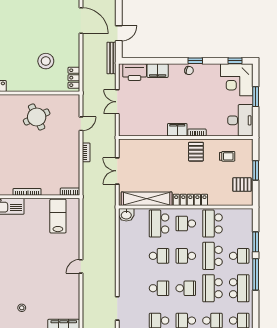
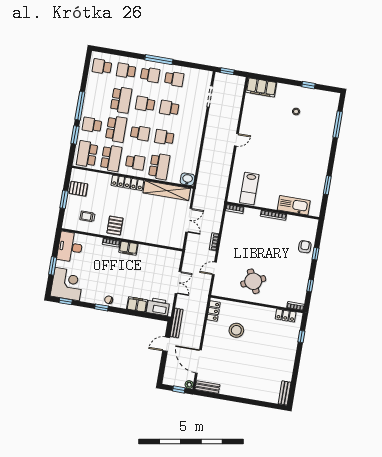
school desk: (239, 288) -> (87, 154), moved

